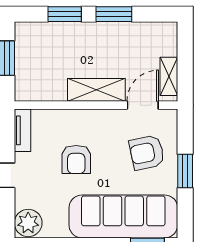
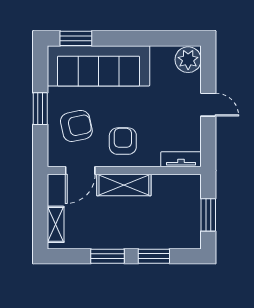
shelving: (169, 76) -> (56, 224), moved
tv unit: (23, 130) -> (181, 159), moved, turned 90
armchair: (76, 159) -> (123, 141), moved

